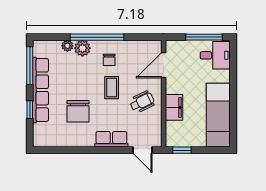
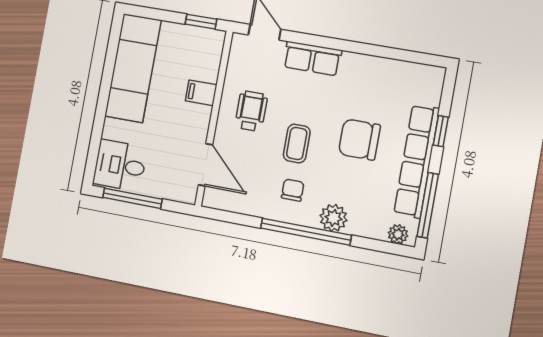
plant: (67, 46) -> (398, 234), moved
door: (164, 65) -> (205, 165), hinge flipped
wheelchair: (142, 102) -> (251, 111), turned 116
filing cabinet: (174, 107) -> (201, 93), width x0.50
chair: (78, 111) -> (359, 139), moved, turned -90

